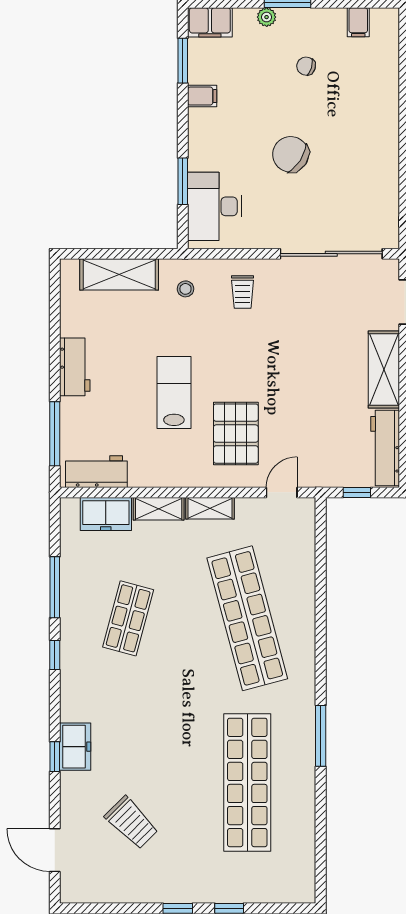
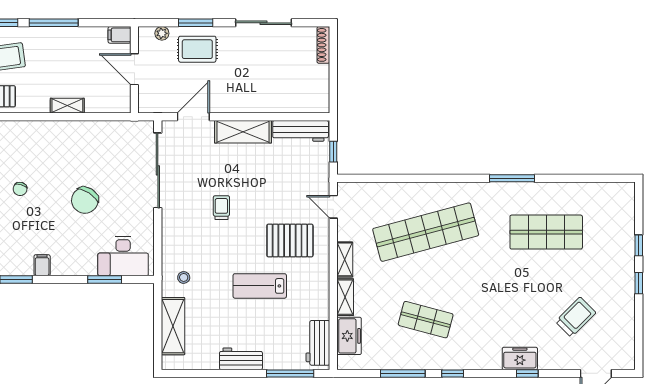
trolley: (243, 292) -> (221, 208), moved, turned -90
shop shelf: (247, 782) -> (546, 232), width x0.71

